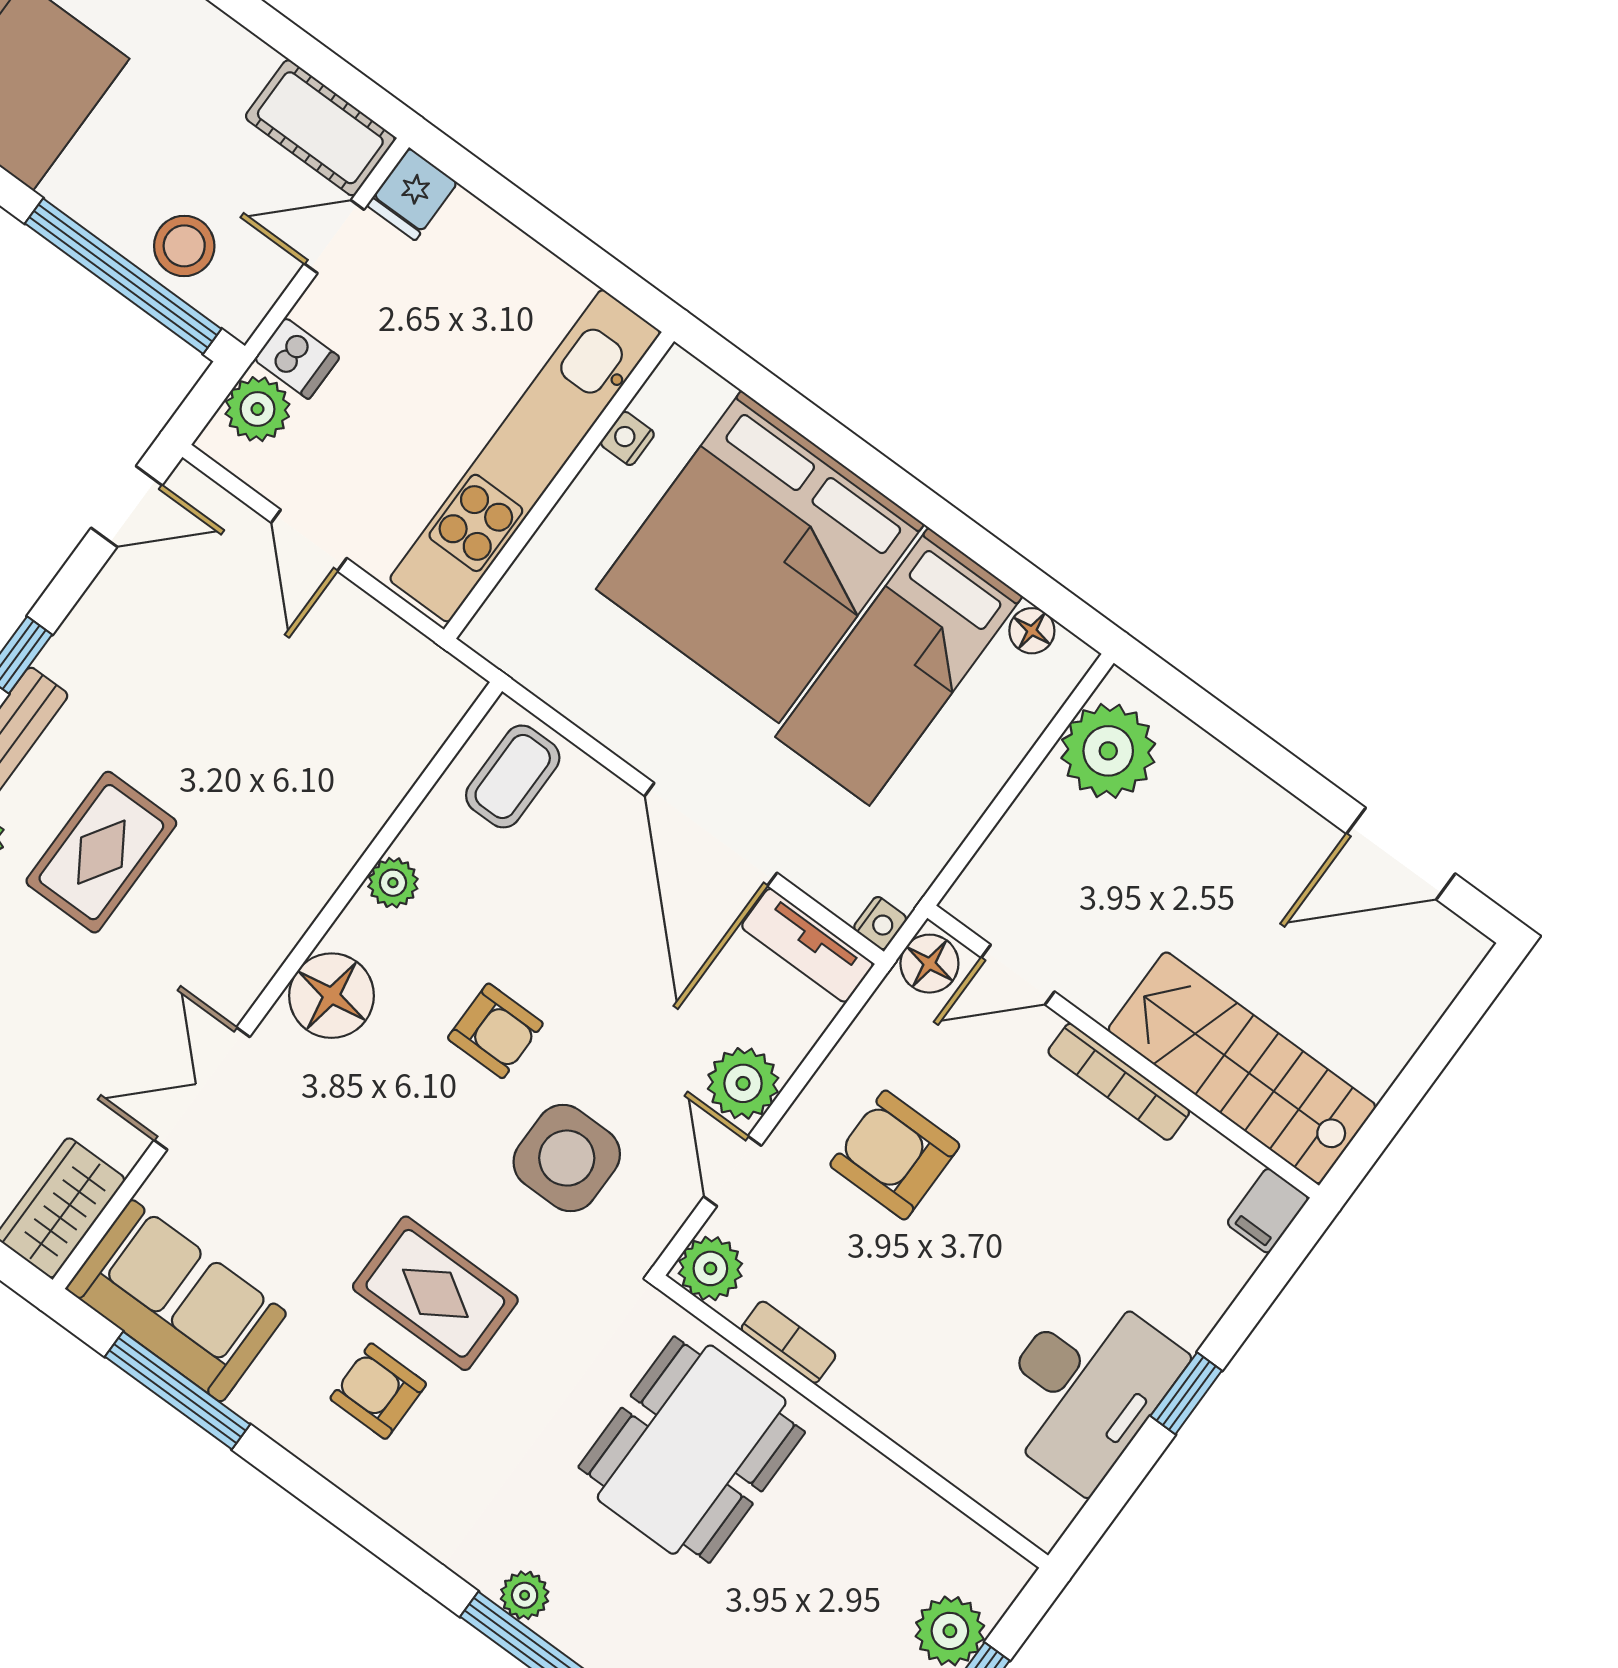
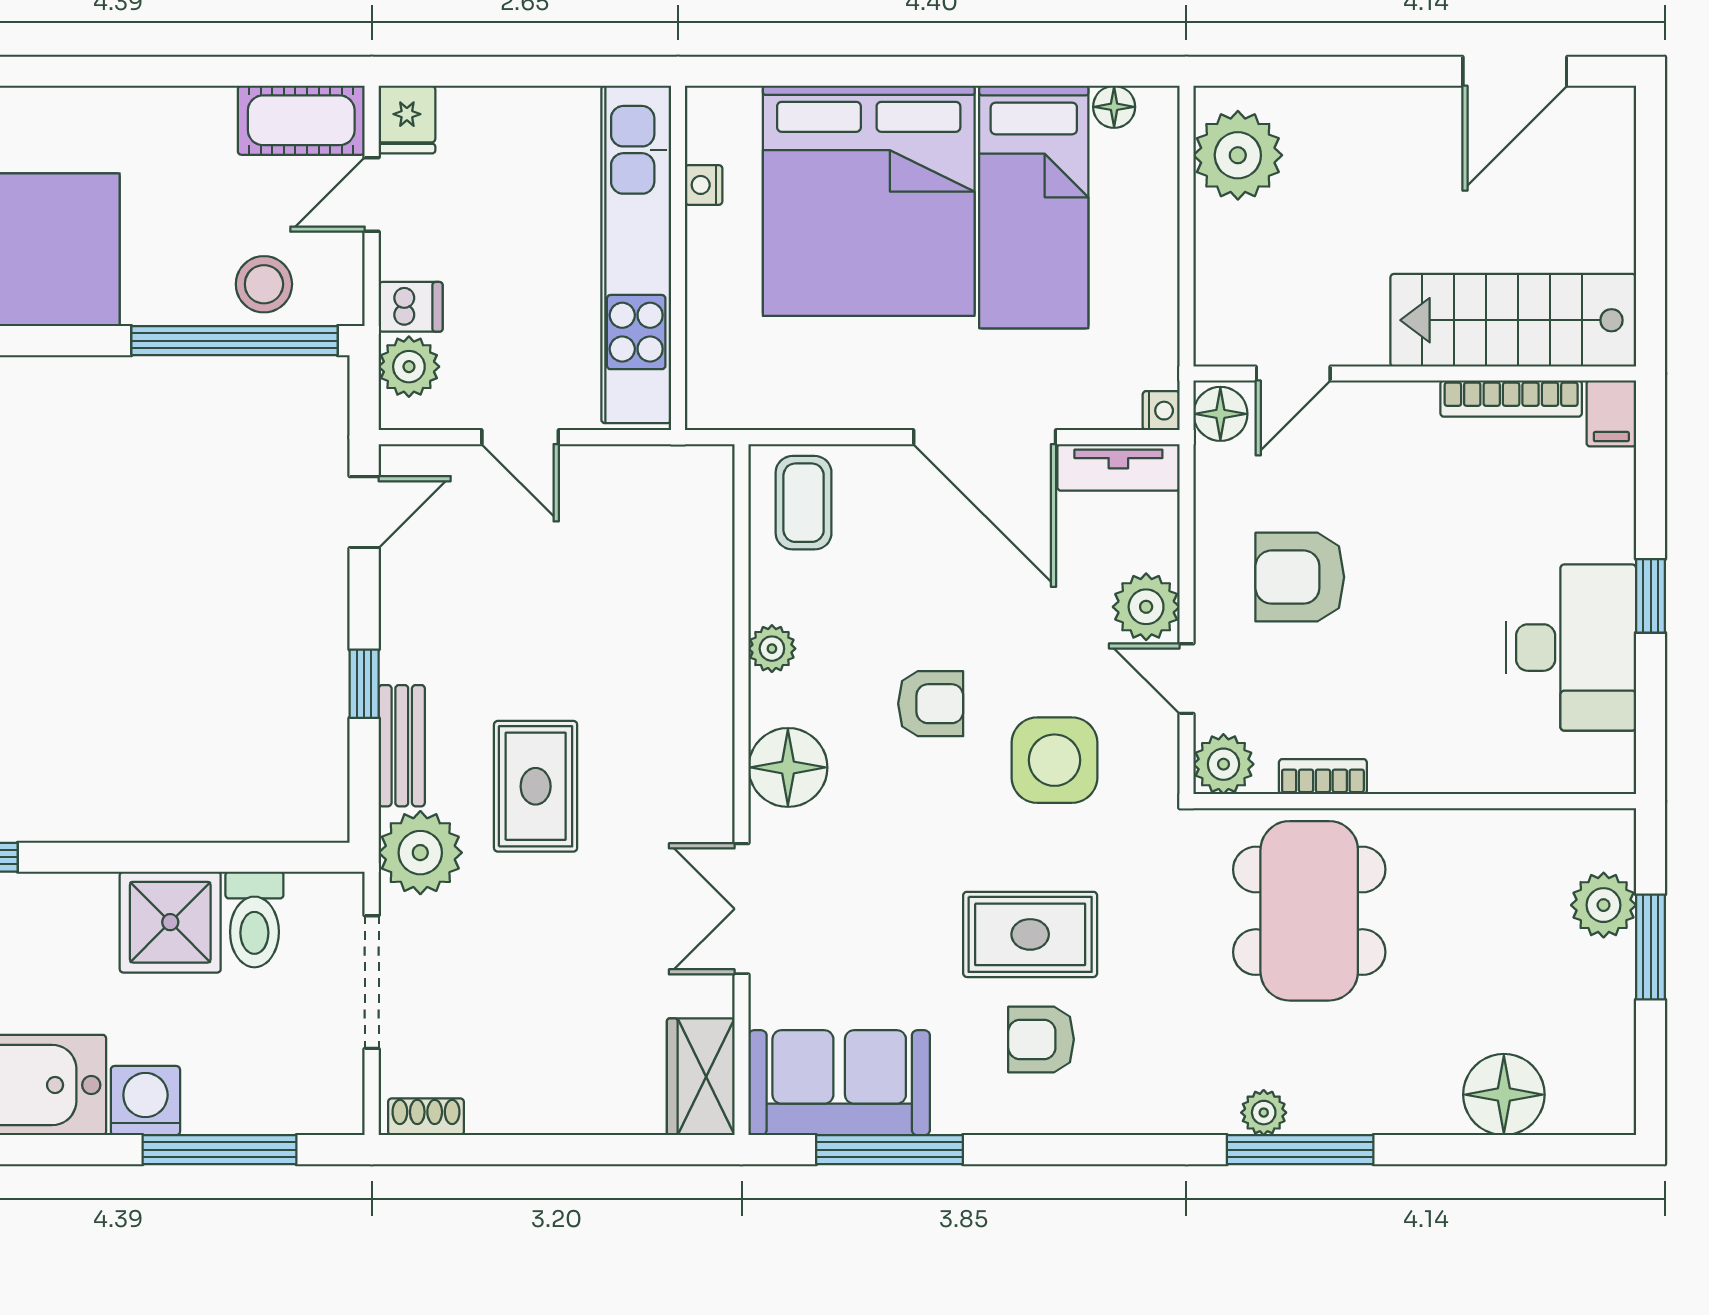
bookcase: (1119, 1082) -> (1511, 399), moved

